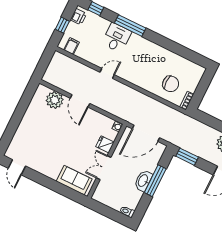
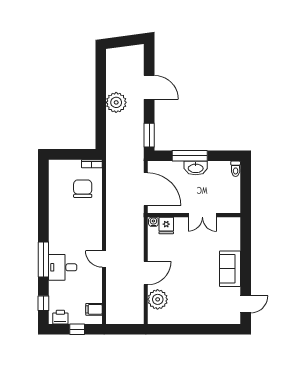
fridge: (105, 144) -> (166, 225), moved
sofa: (74, 180) -> (230, 269), moved

